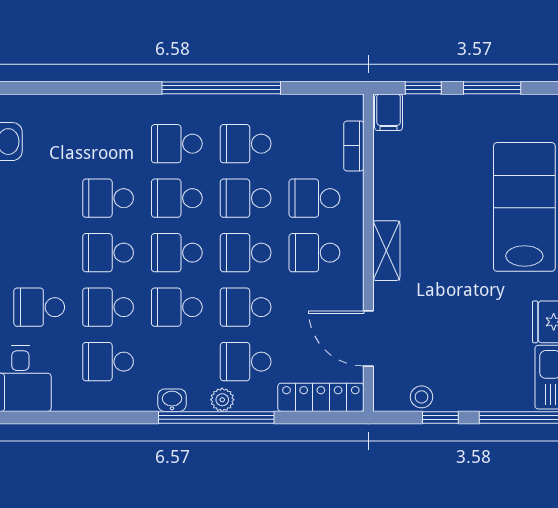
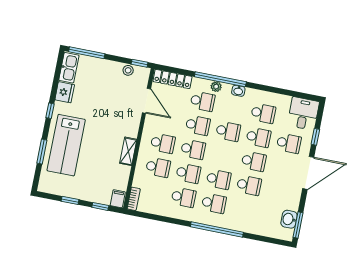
window: (221, 88) -> (217, 229), moved
window: (492, 88) -> (70, 200), width x0.67
bookcase: (354, 146) -> (134, 199), moved
shelving: (386, 251) -> (128, 151), moved
school desk: (177, 253) -> (223, 155), removed
window: (440, 417) -> (140, 63), moved

